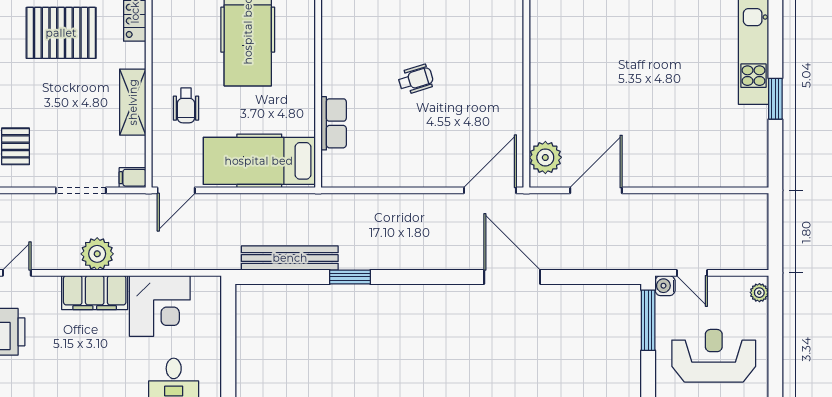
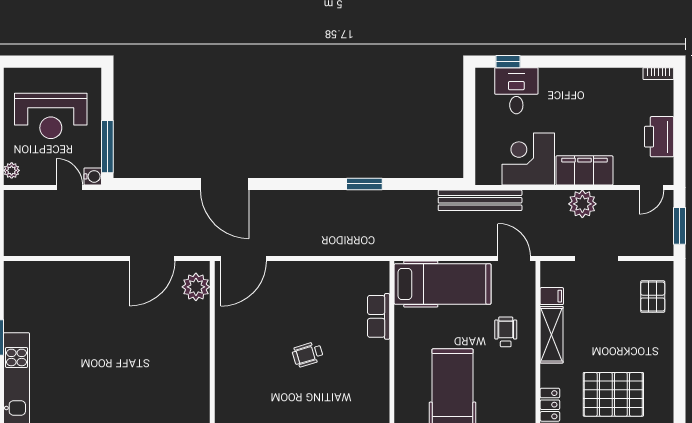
filing cabinet: (133, 178) -> (552, 296), moved
door: (176, 190) -> (514, 259), hinge flipped
bench: (290, 258) -> (480, 200), moved

